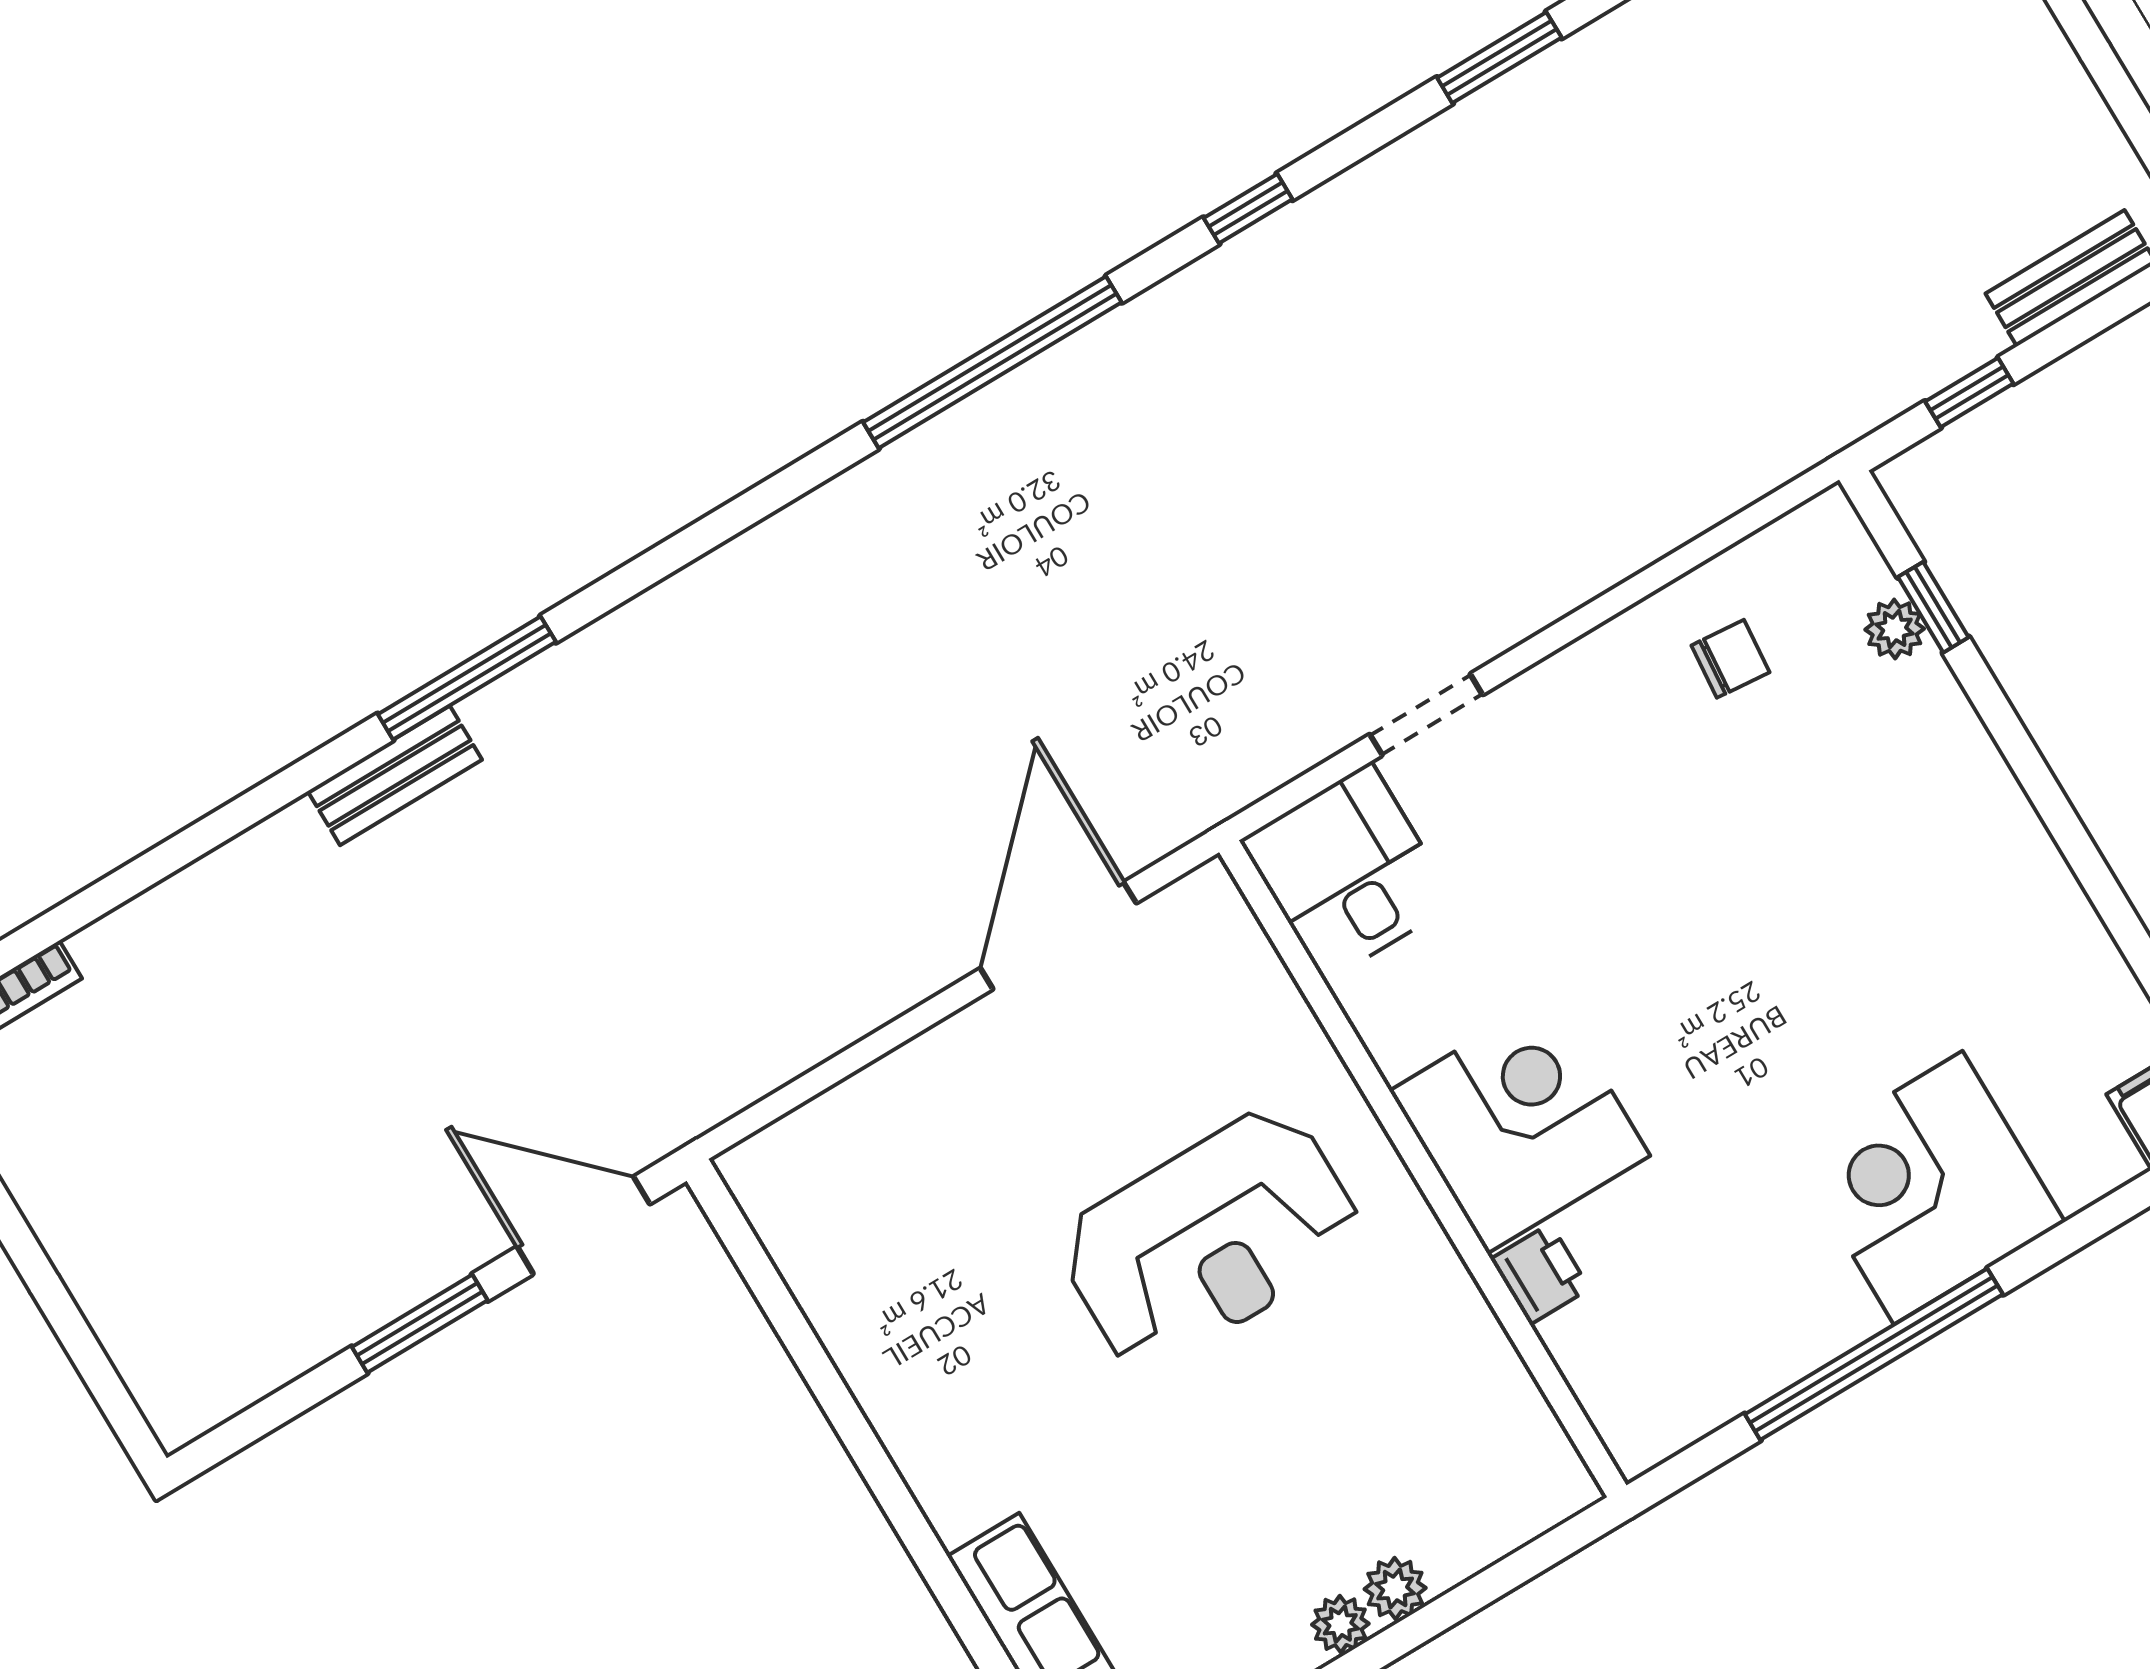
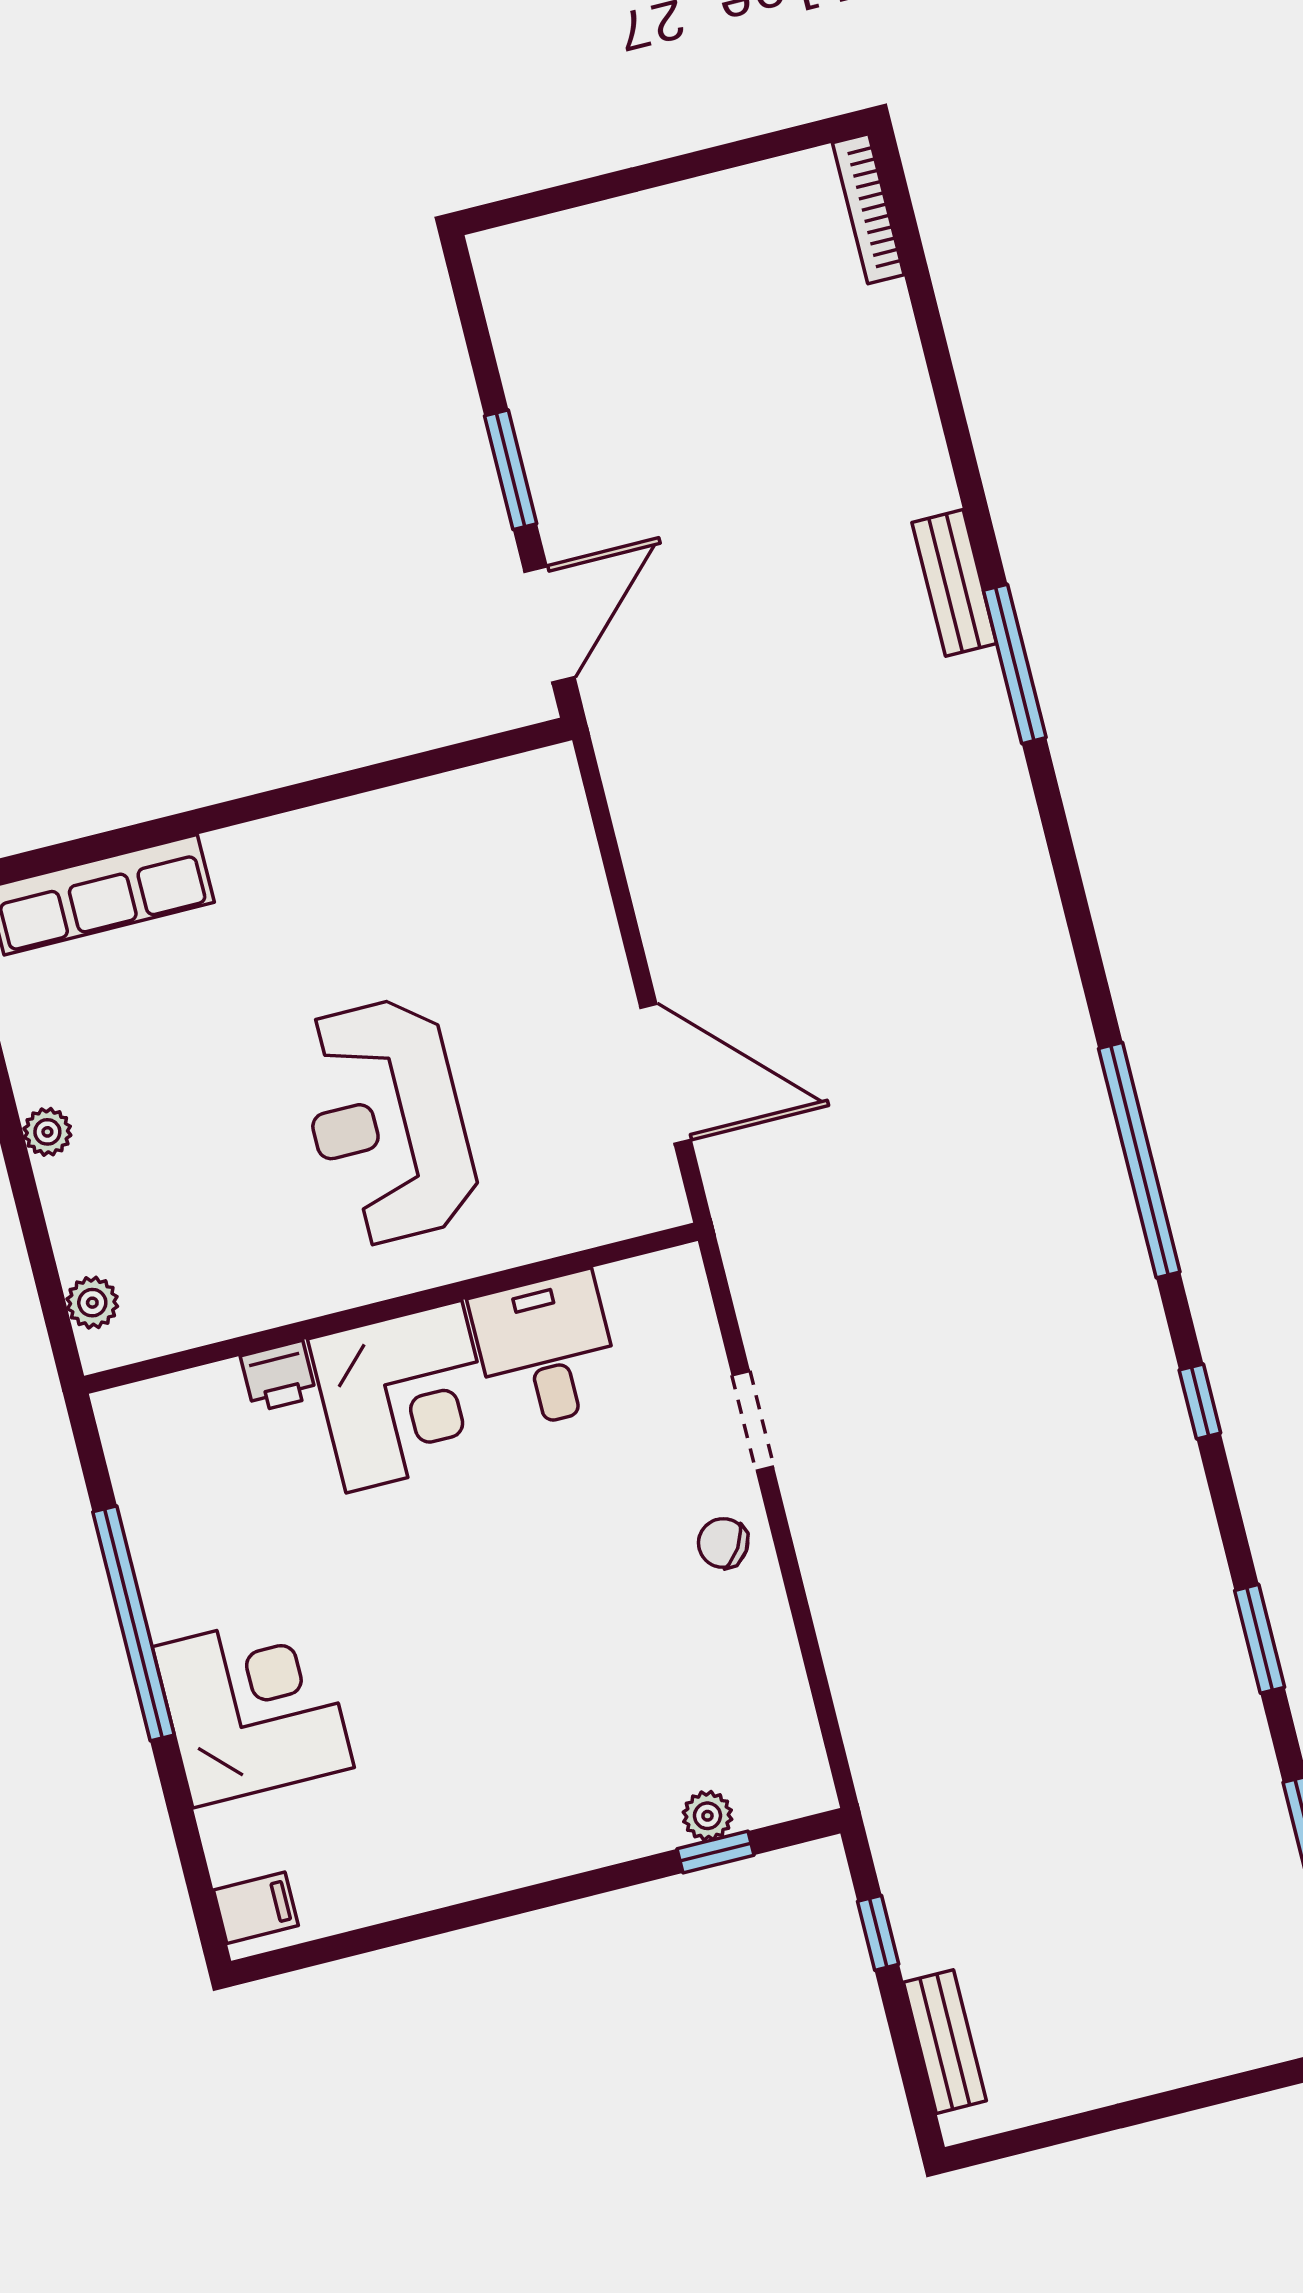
chair: (1730, 659) -> (723, 1543), moved, turned 118
desk: (1348, 872) -> (546, 1351), moved, turned -90
plant: (1395, 1589) -> (92, 1303), moved

